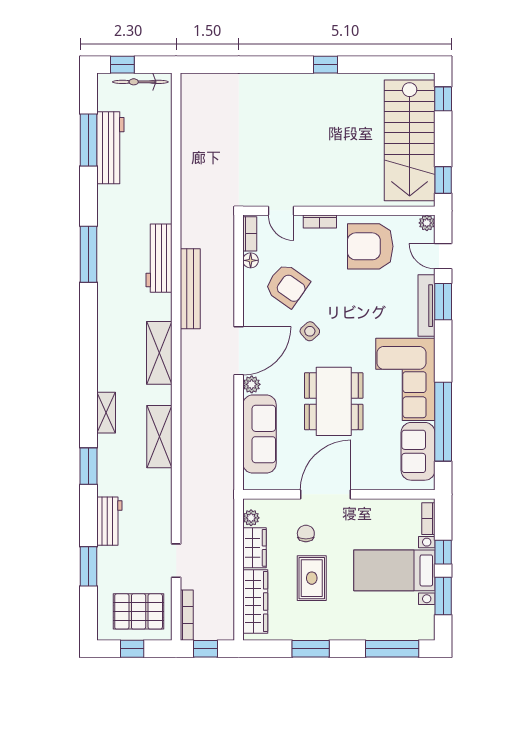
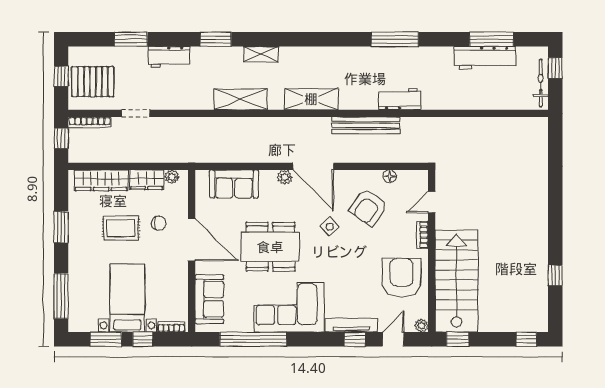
window: (325, 65) -> (555, 275), moved
stairs: (410, 140) -> (457, 281), moved, turned 90
bookcase: (250, 234) -> (412, 176), removed
workbench: (159, 258) -> (399, 99), width x0.73
window: (443, 302) -> (355, 339), width x0.67
sofa: (259, 434) -> (234, 184), width x0.73
sofa: (418, 451) -> (209, 299), moved, turned 90
pallet: (139, 611) -> (93, 82), turned 90

